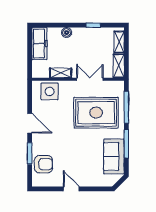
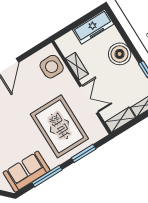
boiler: (67, 32) -> (120, 54), width x1.86, depth x1.86
window: (126, 107) -> (84, 153), width x0.69

